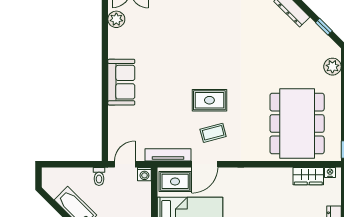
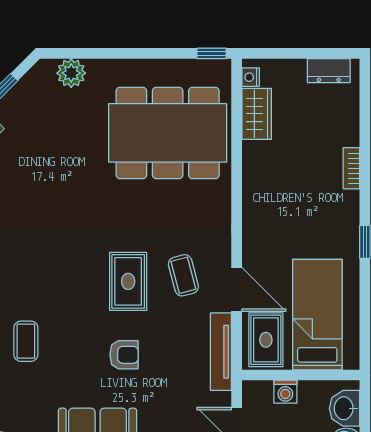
coffee table: (174, 40) -> (26, 341), added
armchair: (166, 98) -> (124, 355), added
washing machine: (144, 174) -> (285, 392), moved, turned 90

